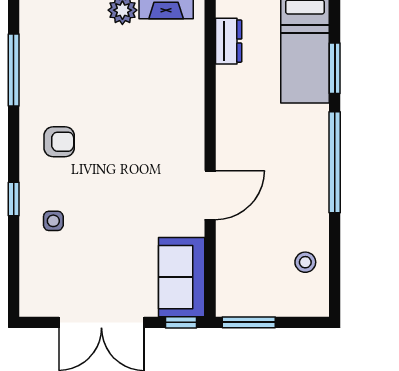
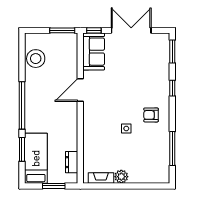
side table: (53, 221) -> (126, 129), moved
stool: (305, 262) -> (36, 59), width x1.89, depth x1.89
window: (14, 277) -> (172, 51), added

